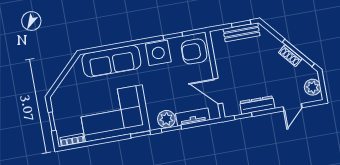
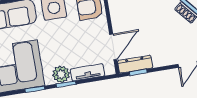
door: (218, 91) -> (113, 47), swing flipped
dresser: (257, 105) -> (135, 64), moved

